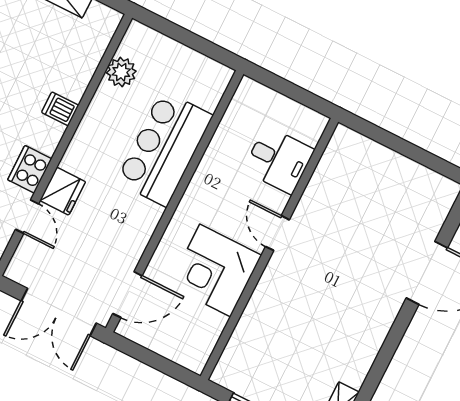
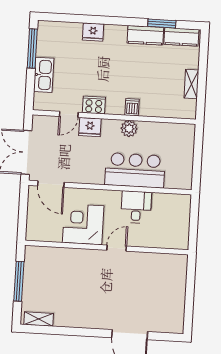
plant: (121, 72) -> (129, 129), moved
desk: (279, 160) -> (136, 207), moved, turned 180

